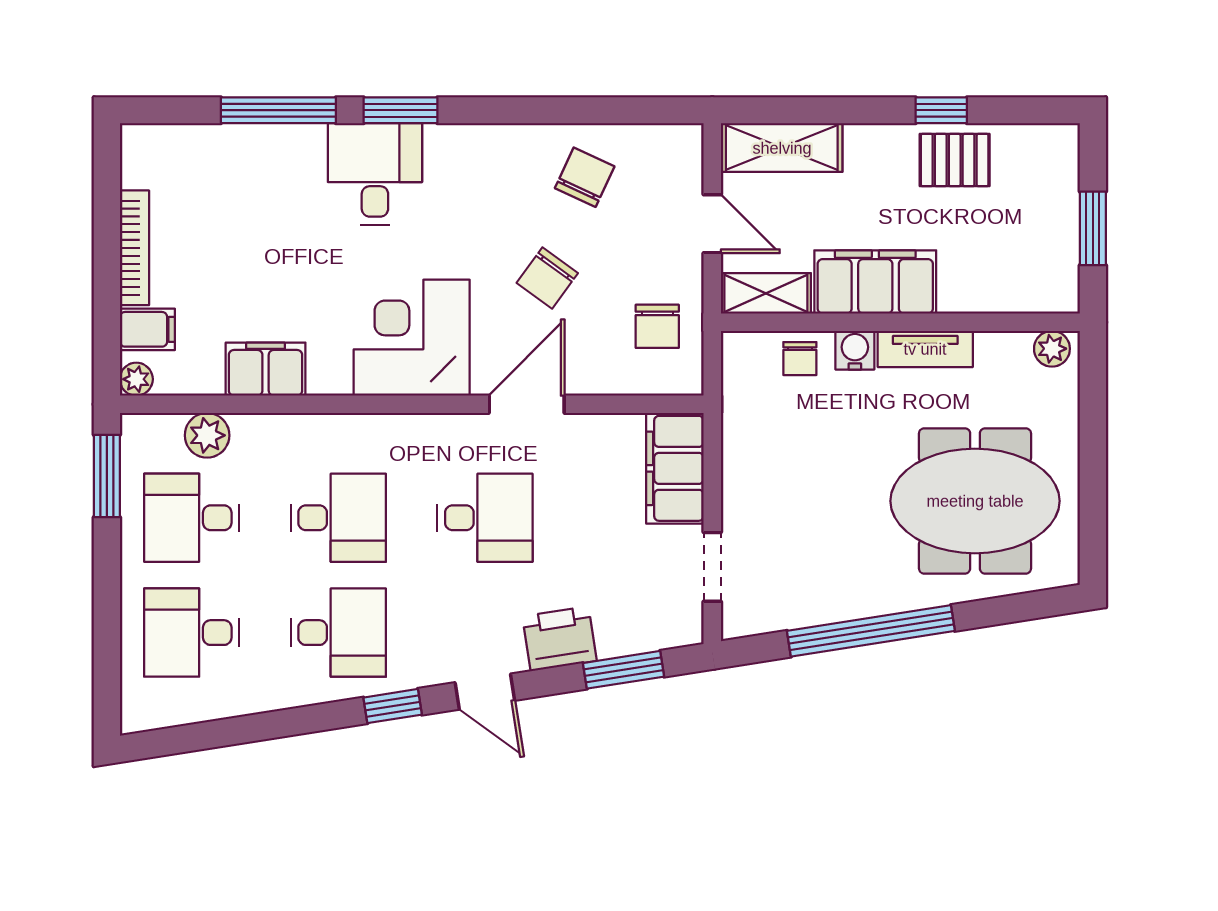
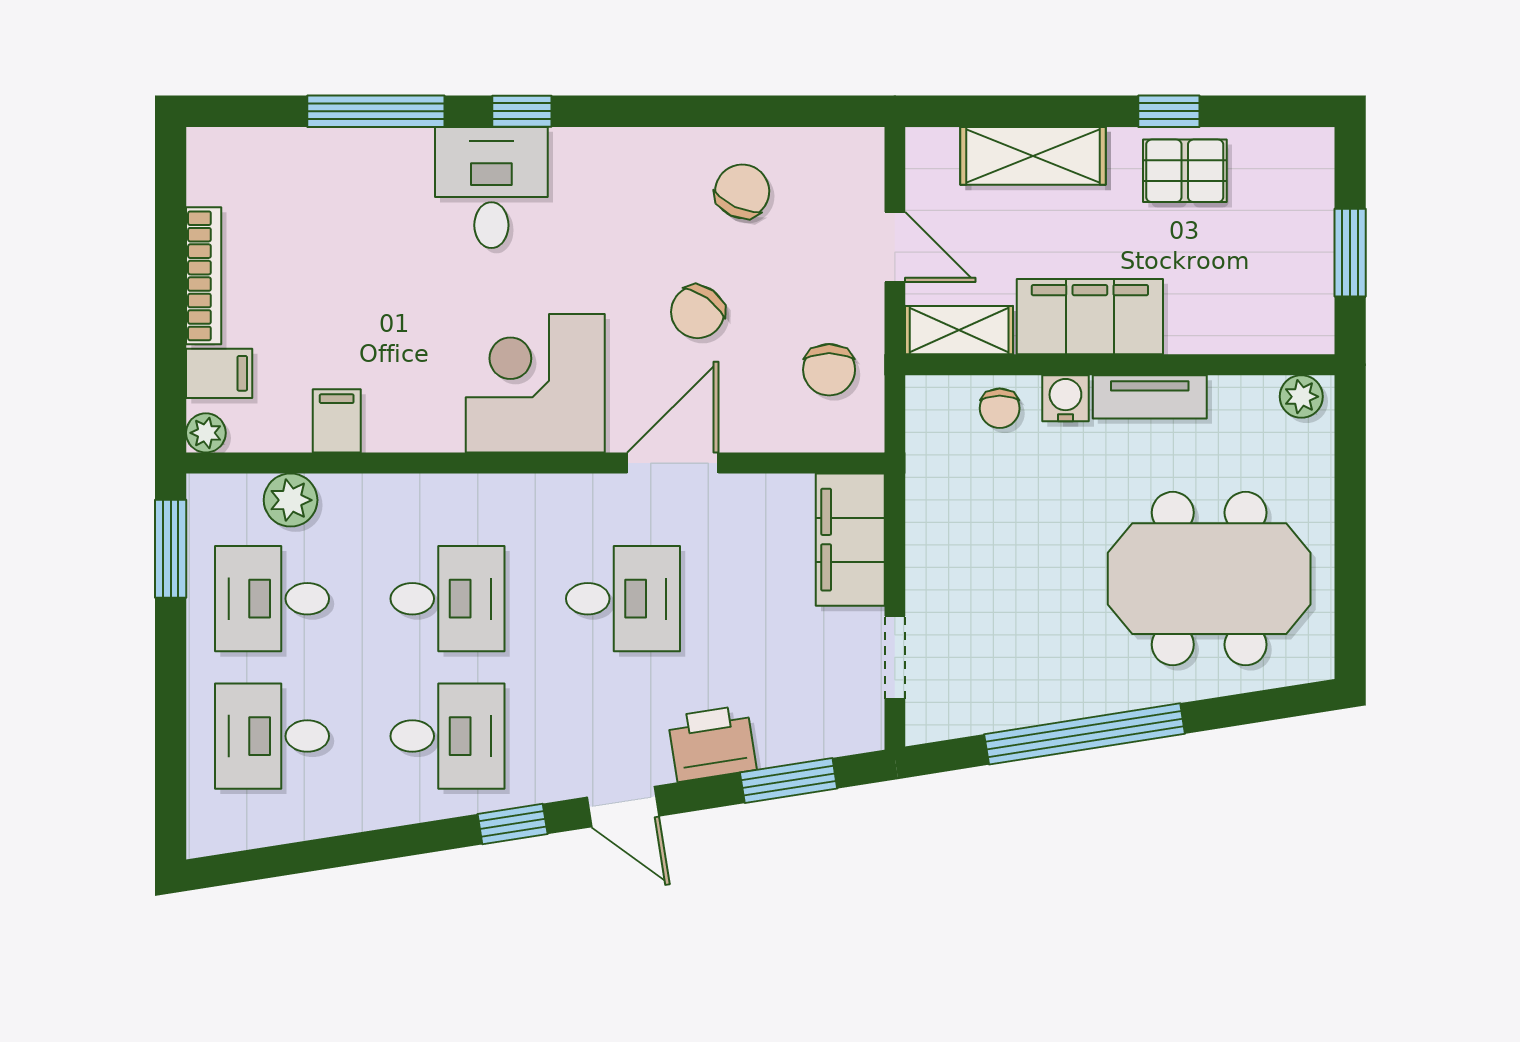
window: (400, 110) -> (522, 111), width x0.67
shelving: (782, 148) -> (1033, 156), moved
filing cabinet: (266, 369) -> (337, 421), width x0.50

